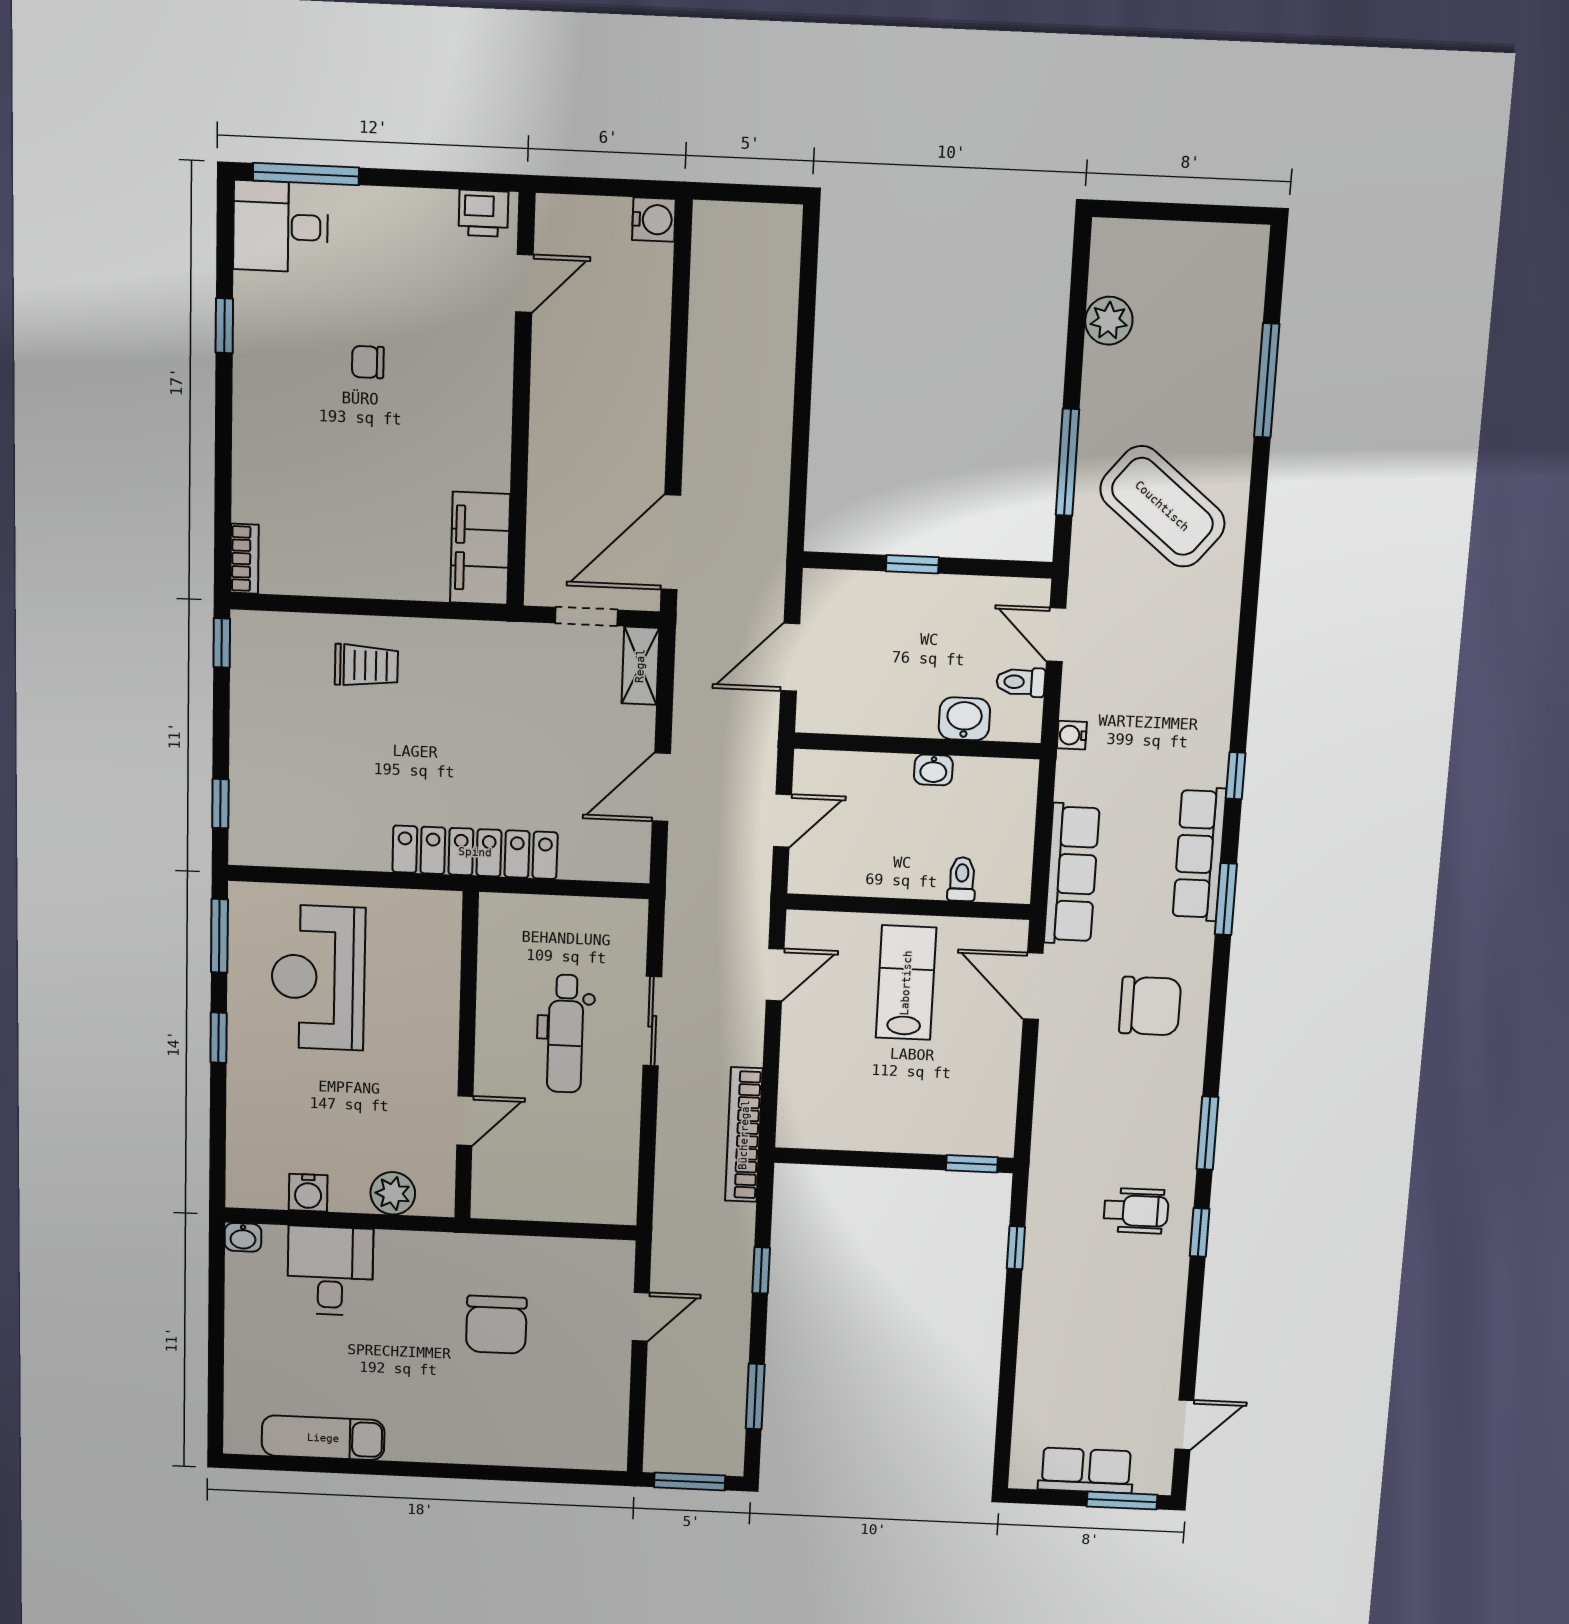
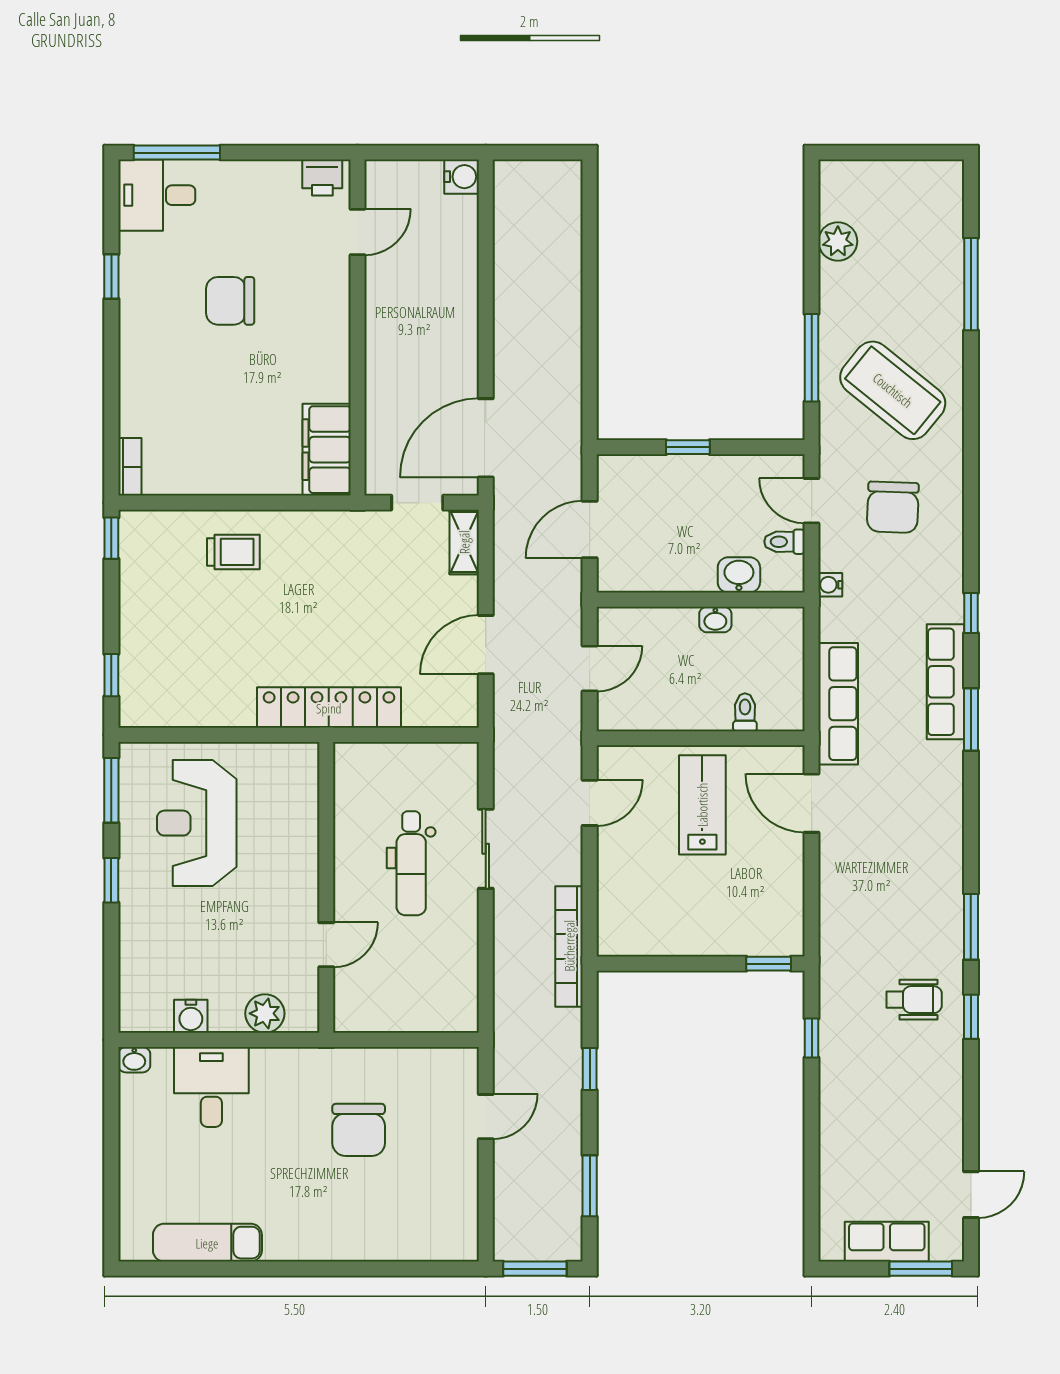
chair: (368, 362) -> (230, 301), width x1.87, depth x1.87
chair: (1150, 1006) -> (893, 507), moved, turned 92

